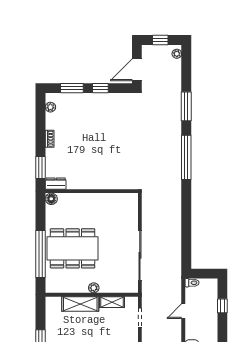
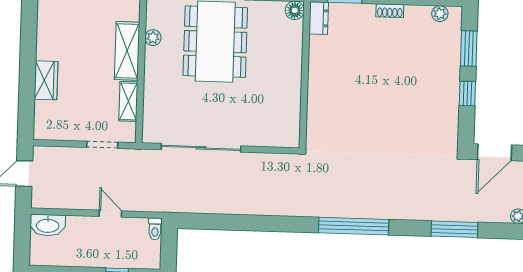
door: (137, 70) -> (495, 152), swing flipped
window: (186, 106) -> (454, 229), moved
plant: (94, 288) -> (153, 38), moved

